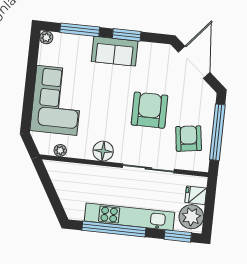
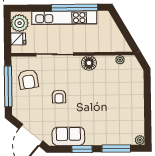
sofa: (115, 51) -> (68, 136), moved
corner sofa: (57, 100) -> (127, 96), removed
armchair: (149, 110) -> (59, 97), width x0.53, depth x0.53
window: (178, 236) -> (28, 8), removed

